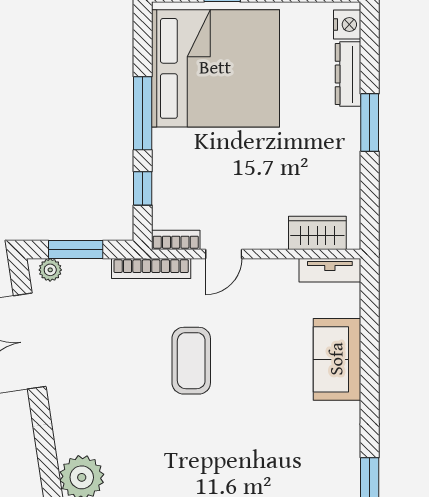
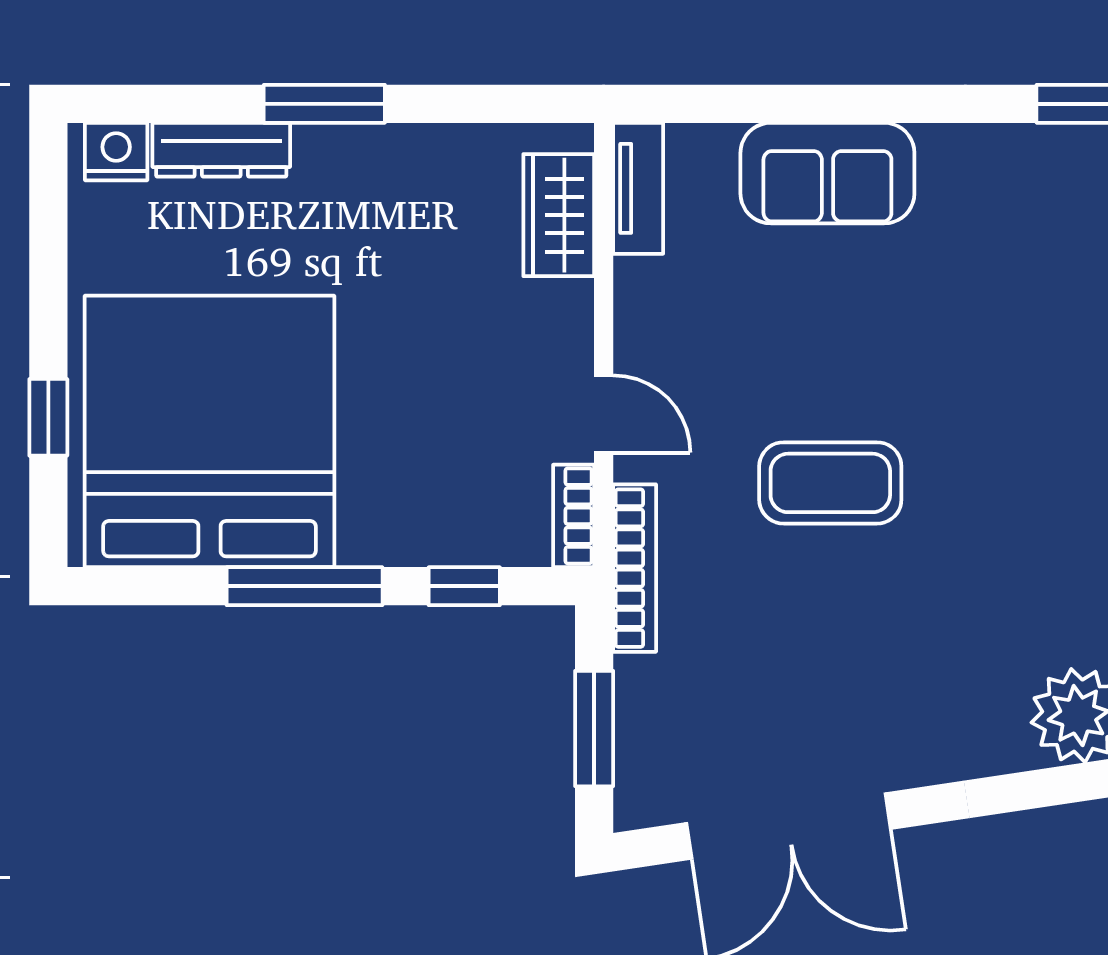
plant: (50, 270) -> (637, 783), removed

